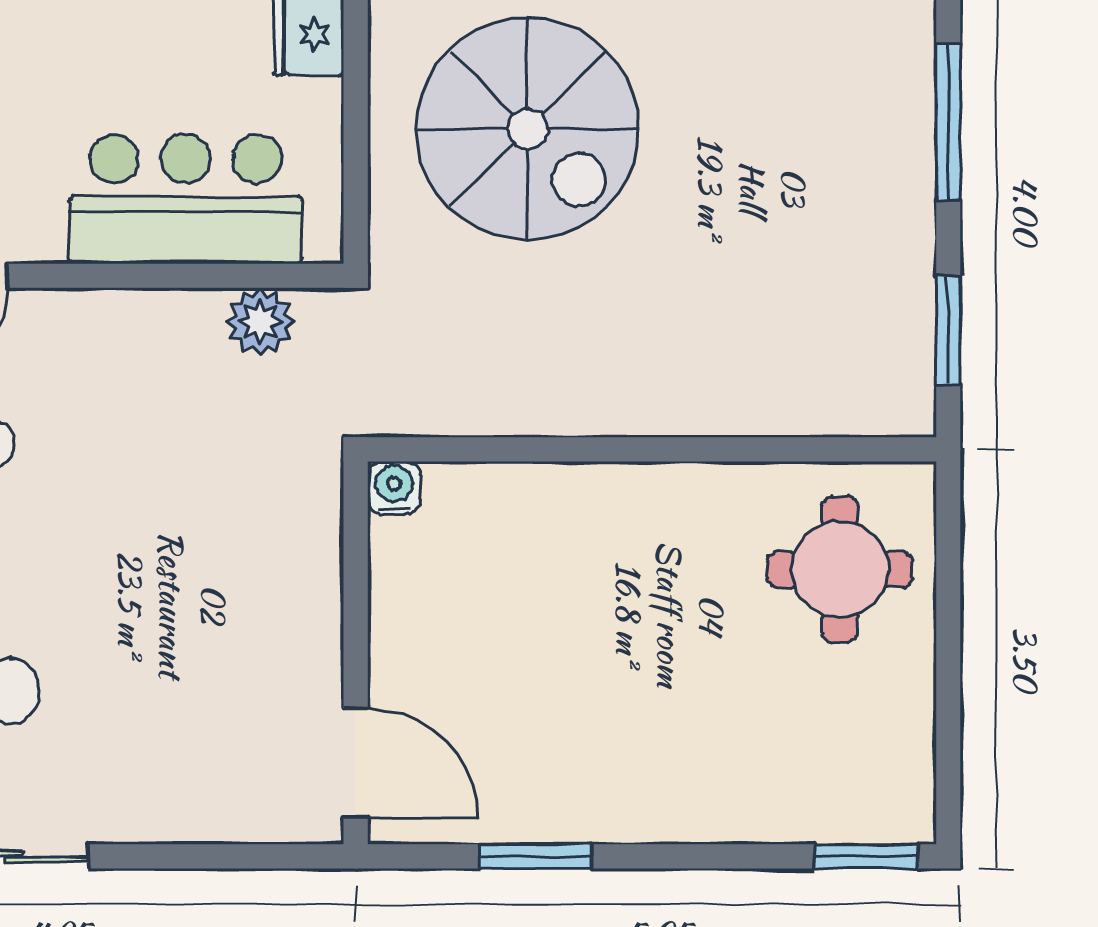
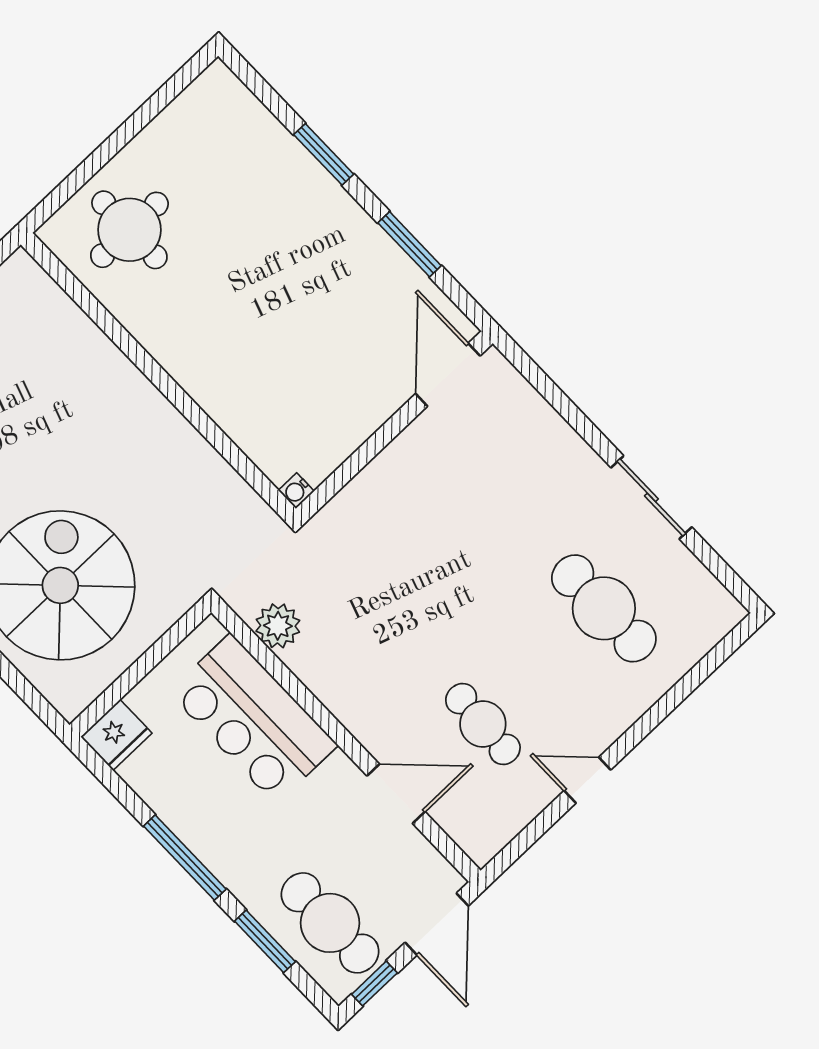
water cooler: (394, 488) -> (296, 491), width x0.72, depth x0.72
window: (866, 856) -> (324, 154), moved

